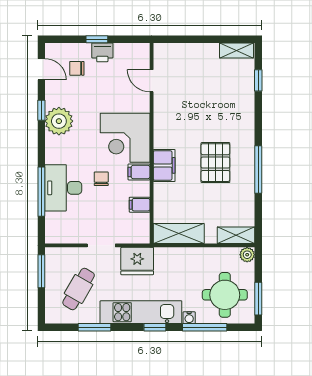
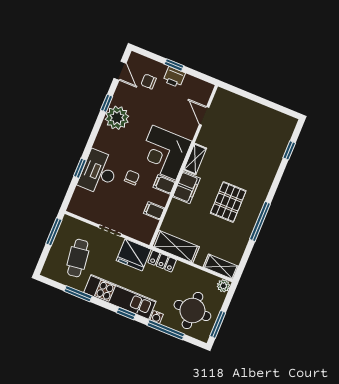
shelving: (236, 50) -> (195, 159), moved, turned 90
window: (41, 192) -> (80, 168), width x0.46
locker: (171, 255) -> (162, 261), added
cafe table: (79, 289) -> (78, 258), turned -38

